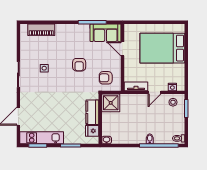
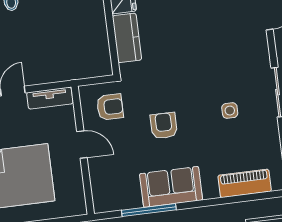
sofa: (106, 33) -> (171, 187), moved
door: (122, 49) -> (82, 145), moved
shower: (111, 103) -> (94, 60), removed

